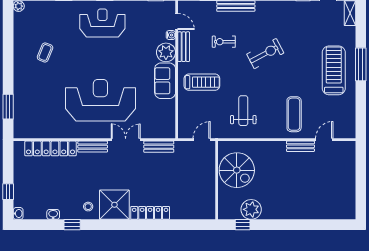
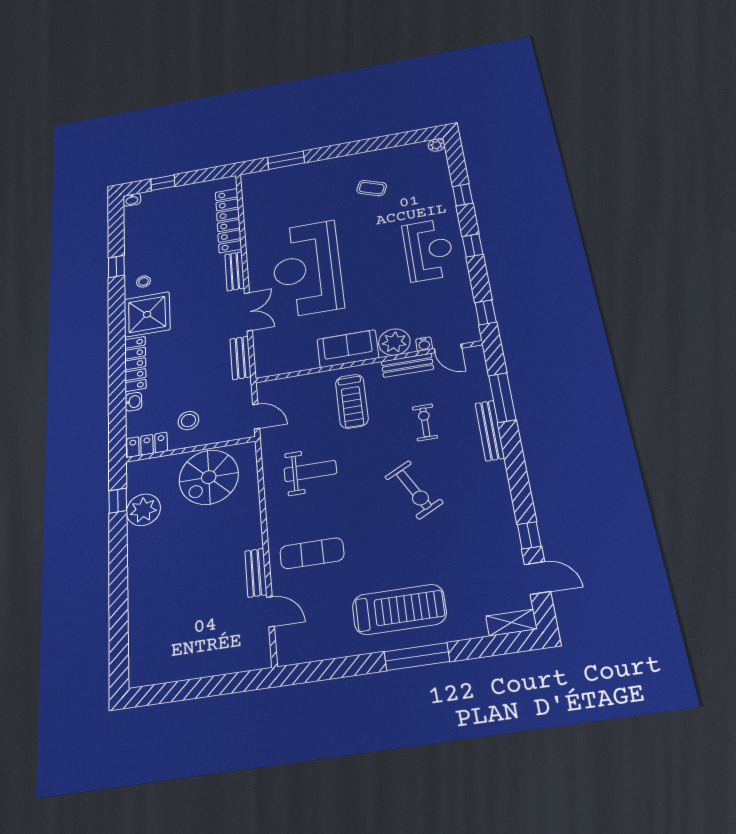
door: (177, 21) -> (448, 348), hinge flipped
reception desk: (100, 100) -> (307, 269), turned 180
stool: (197, 181) -> (188, 421), added
locker: (209, 207) -> (147, 445), added
washbasin: (53, 214) -> (133, 402), moved

